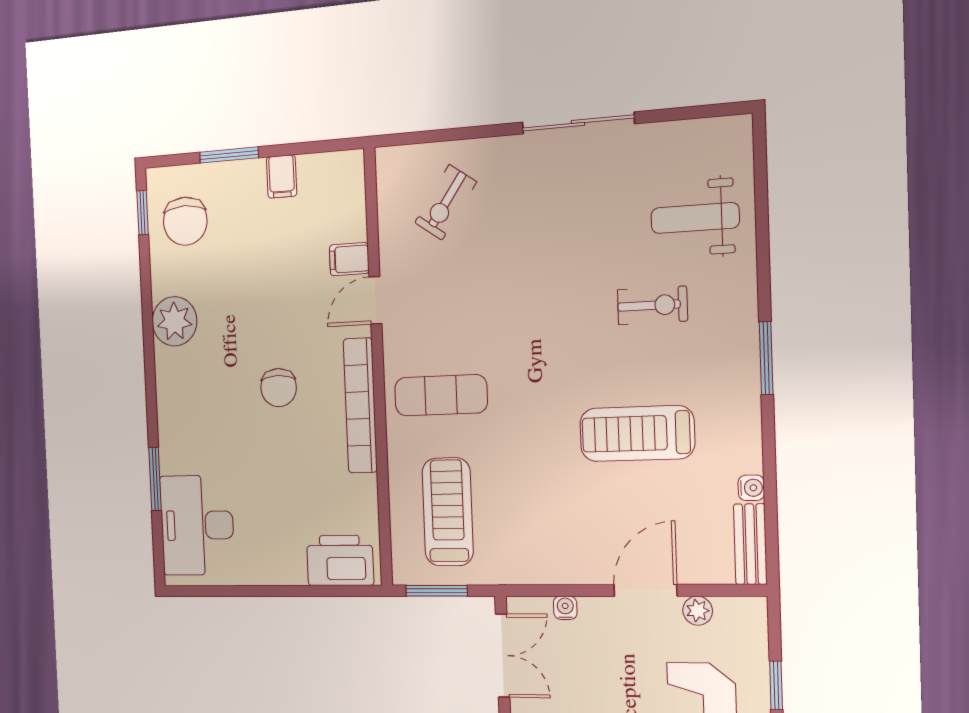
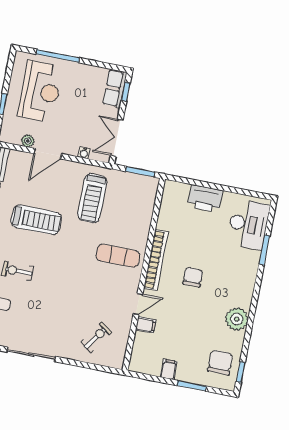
treadmill: (448, 512) -> (92, 198), moved
printer: (340, 560) -> (205, 199), moved

